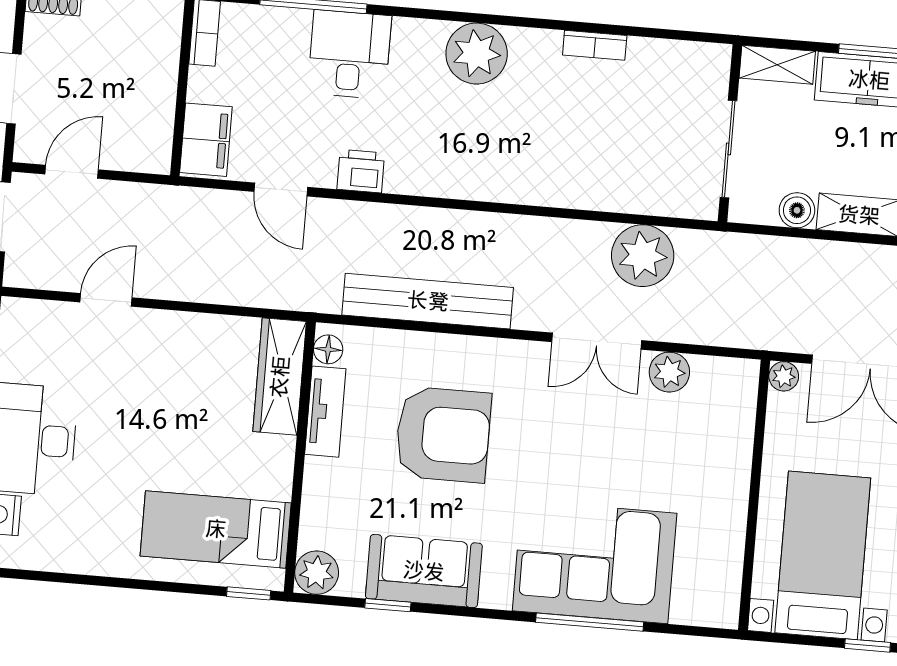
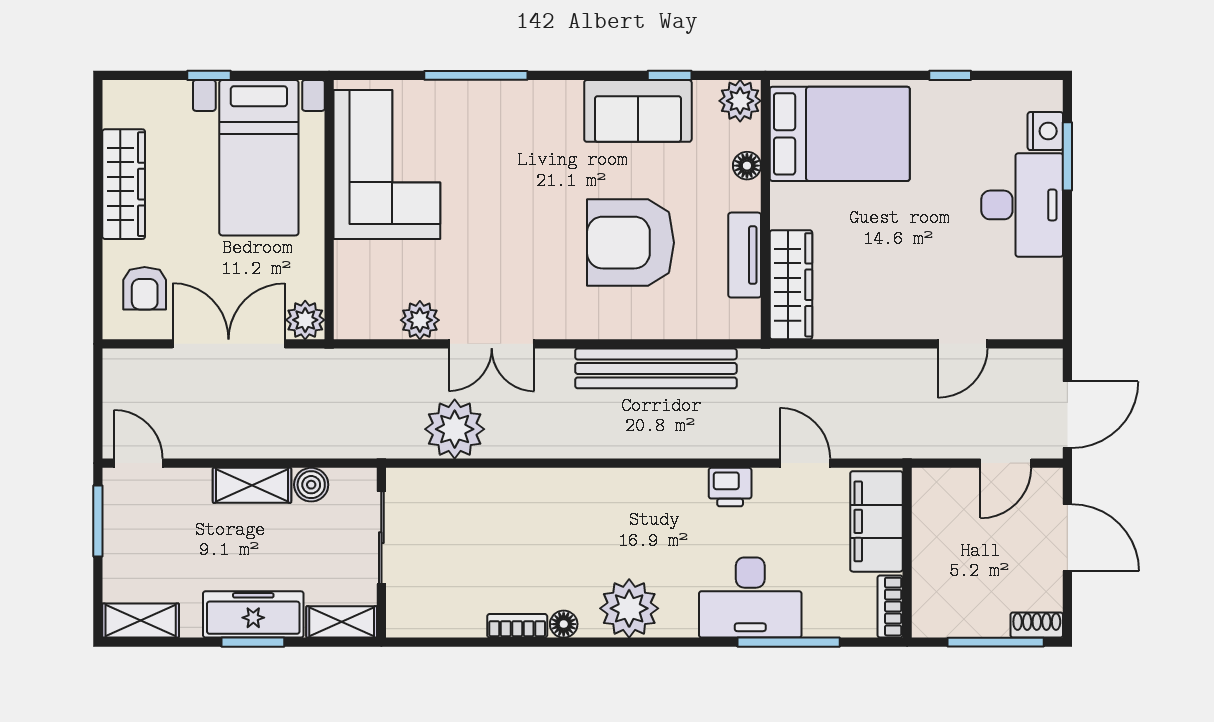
floor lamp: (546, 43) -> (564, 624), added
desk: (349, 54) -> (750, 597), width x1.37
filing cabinet: (206, 140) -> (876, 521), width x1.50, depth x1.17
double door: (597, 341) -> (492, 344), swing flipped
floor lamp: (328, 349) -> (747, 166), moved
plant: (784, 376) -> (305, 320), width x1.38, depth x1.38
bed: (216, 529) -> (840, 134), width x1.50
corner sofa: (595, 562) -> (387, 165), moved, turned -90
window: (249, 593) -> (950, 75), moved

